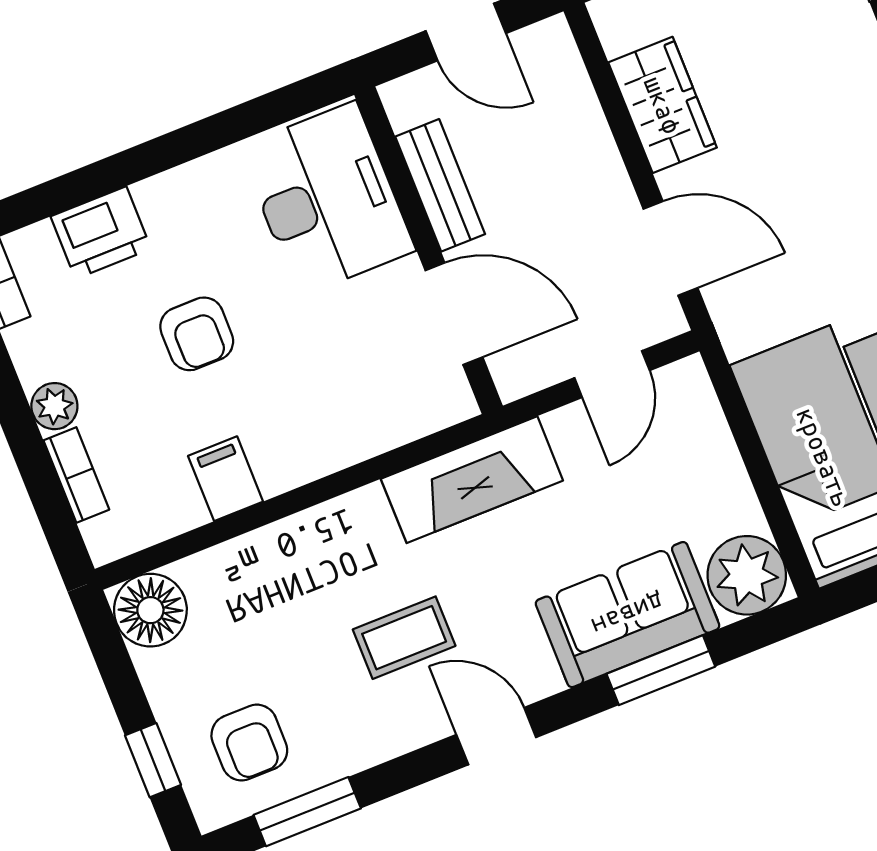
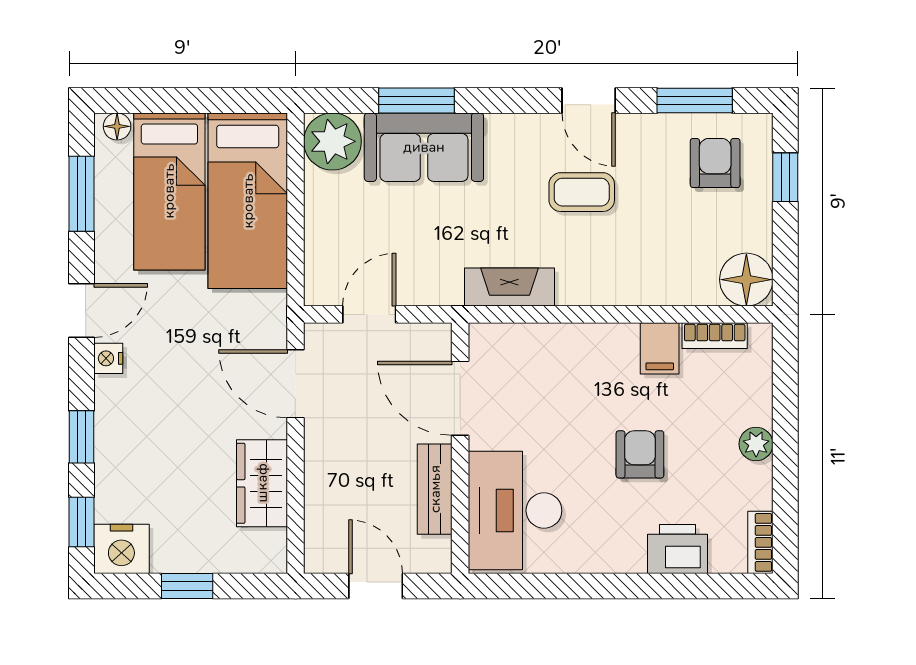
bookcase: (76, 475) -> (715, 336), moved, turned -90
fireplace: (472, 480) -> (509, 287), width x0.73, depth x0.76
door: (496, 736) -> (589, 100), moved

